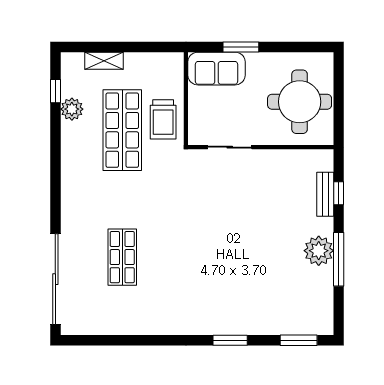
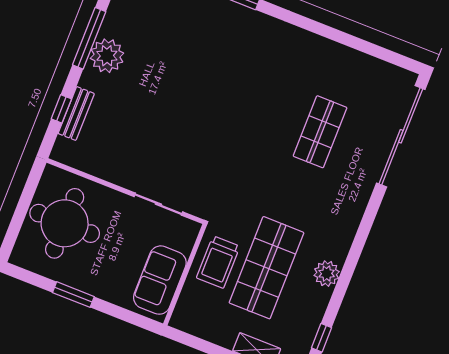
window: (241, 47) -> (73, 295), moved
sofa: (216, 69) -> (160, 280), moved, turned -90
plant: (72, 109) -> (327, 274), moved
trolley: (163, 119) -> (218, 262), turned 180

